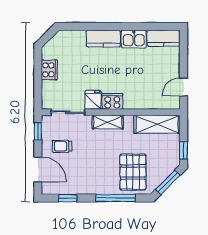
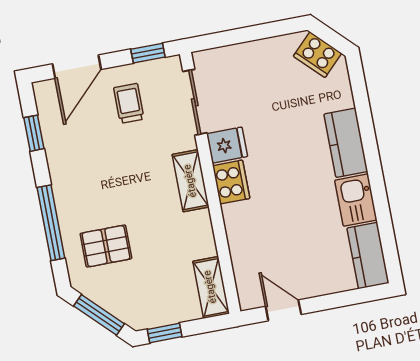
cooker: (49, 70) -> (318, 55), moved, turned 45
shelving: (157, 124) -> (211, 287), width x0.67, depth x0.75
pallet: (133, 172) -> (106, 246), width x0.67, depth x0.71

